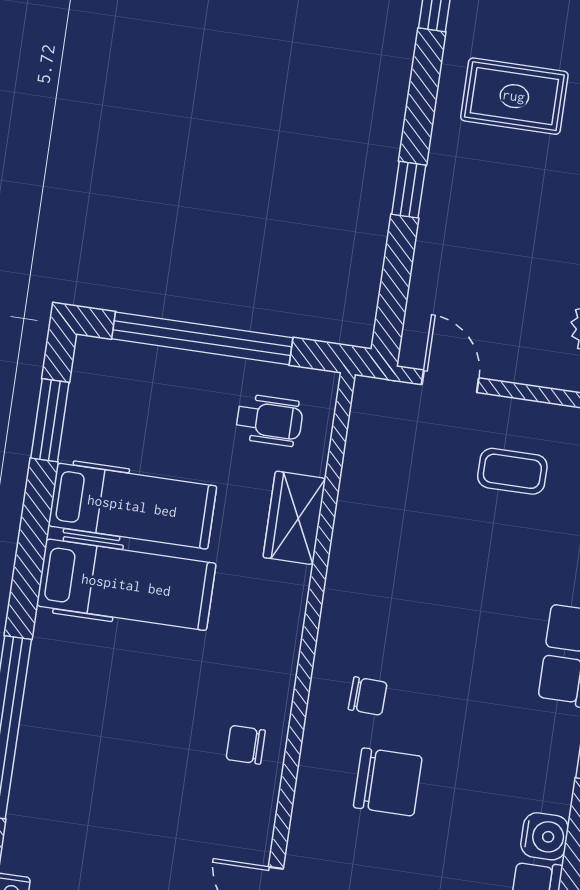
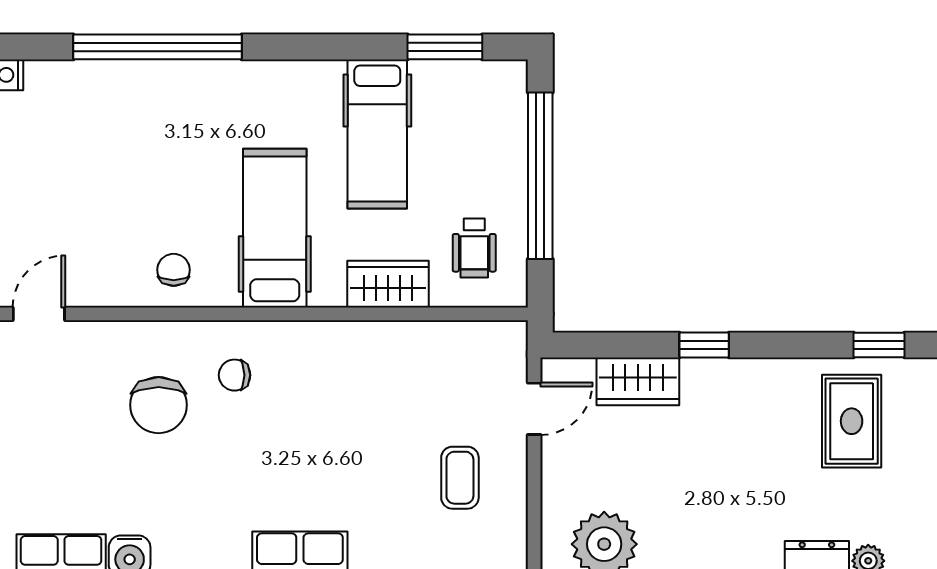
rug: (514, 96) -> (852, 421), moved
wardrobe: (437, 266) -> (638, 381), added
hospital bed: (126, 585) -> (275, 228), moved, turned 180
chair: (368, 696) -> (235, 375), turned 88

